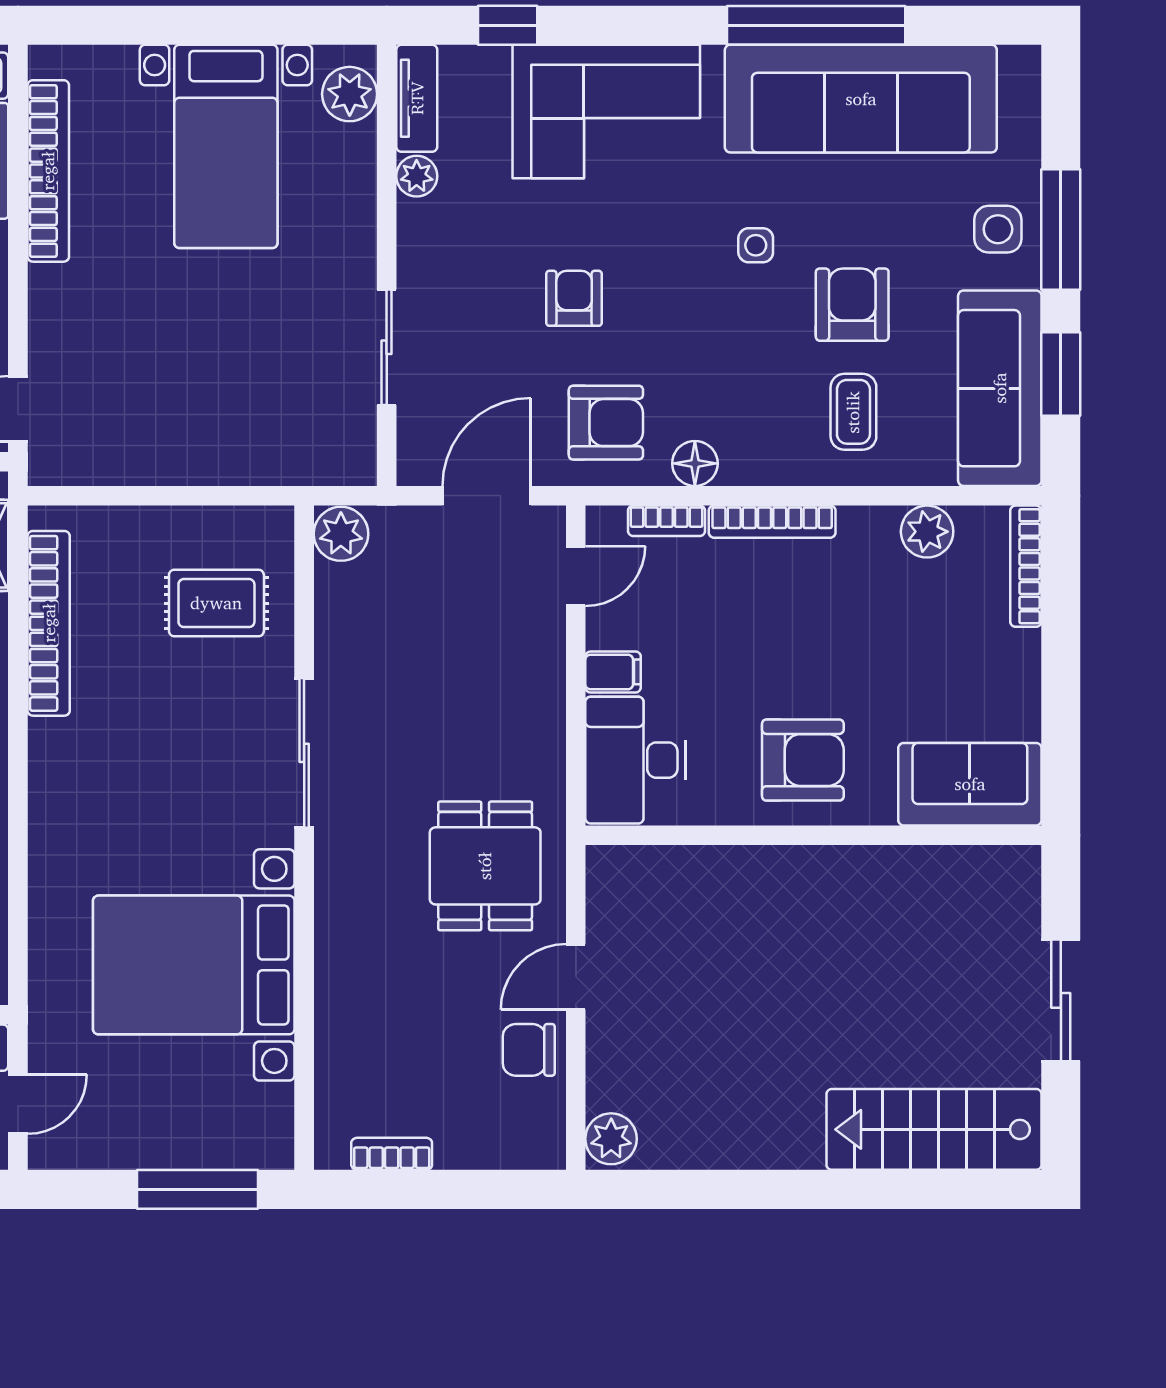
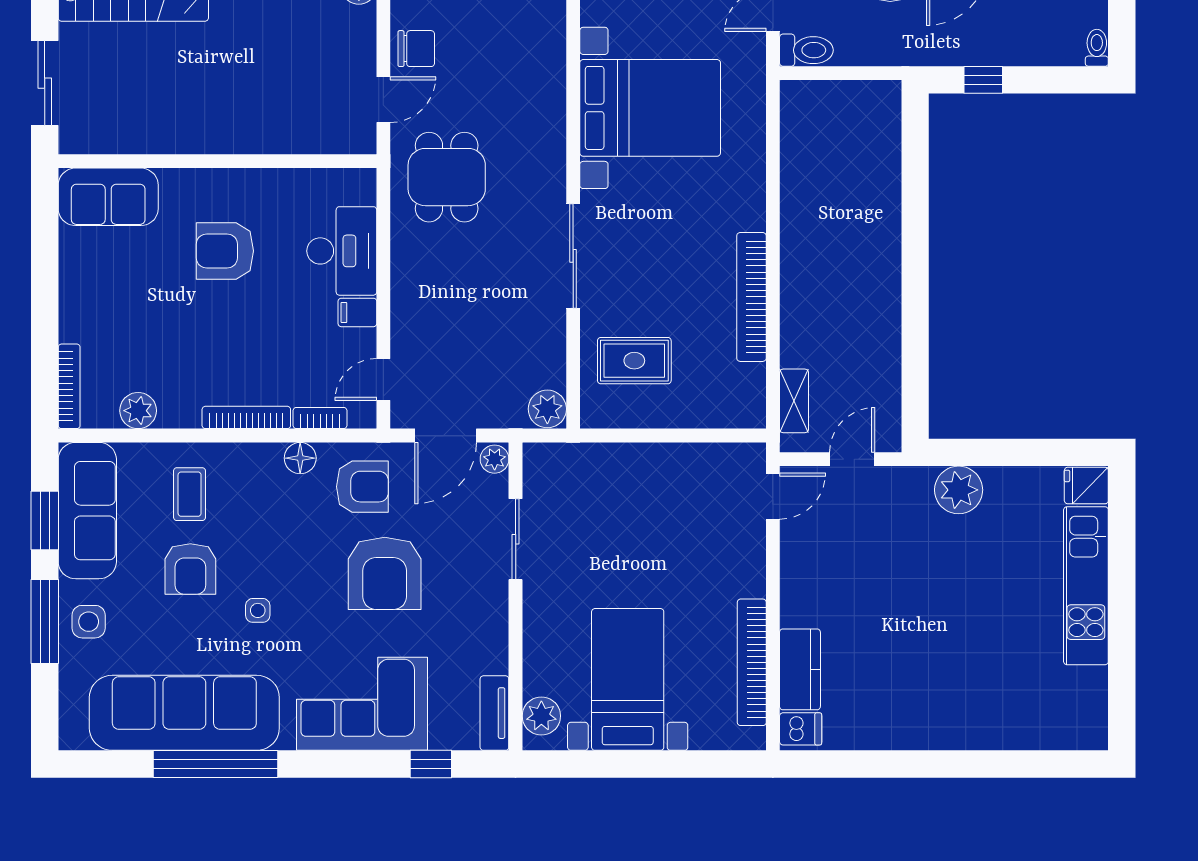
plant: (417, 176) -> (495, 459), moved
armchair: (574, 298) -> (385, 573), width x1.88, depth x1.88
armchair: (606, 423) -> (362, 487), turned 180
bookcase: (49, 623) -> (751, 297), moved
sofa: (970, 784) -> (108, 197), moved
wall: (813, 835) -> (217, 161), moved

